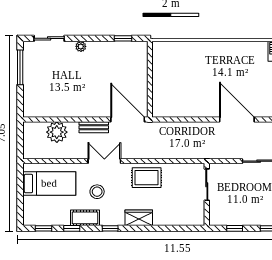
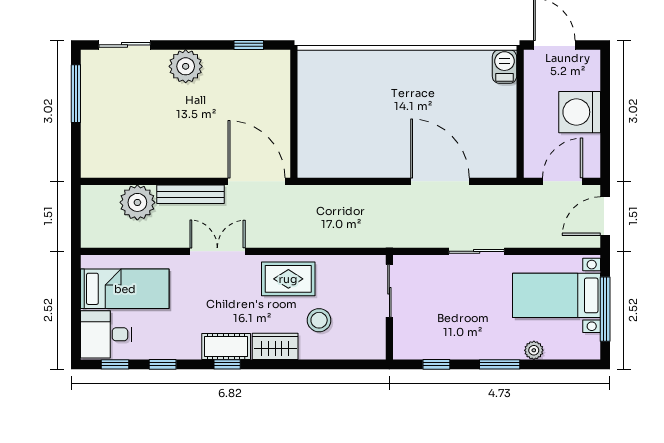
plant: (81, 46) -> (186, 66), width x1.88, depth x1.88
bench: (94, 127) -> (191, 194), width x1.36
stool: (97, 192) -> (319, 320), moved
desk: (38, 211) -> (106, 334), added
cot: (85, 218) -> (226, 346), moved

